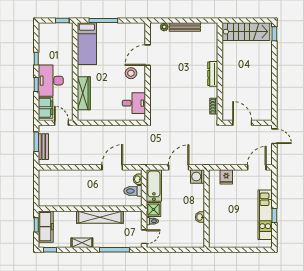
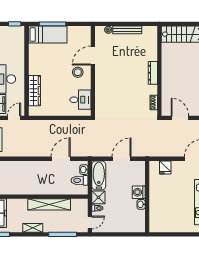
bed: (87, 44) -> (48, 35), moved, turned -90
door: (62, 123) -> (14, 118), hinge flipped
washing machine: (197, 177) -> (139, 192), moved

